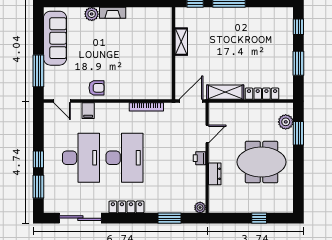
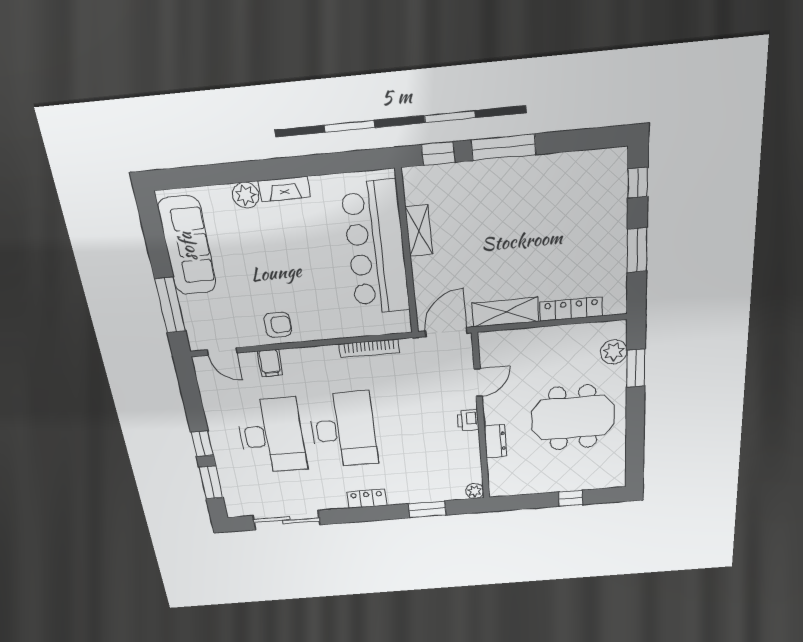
bar counter: (157, 49) -> (376, 249), added
locker: (126, 207) -> (367, 499), width x0.66

